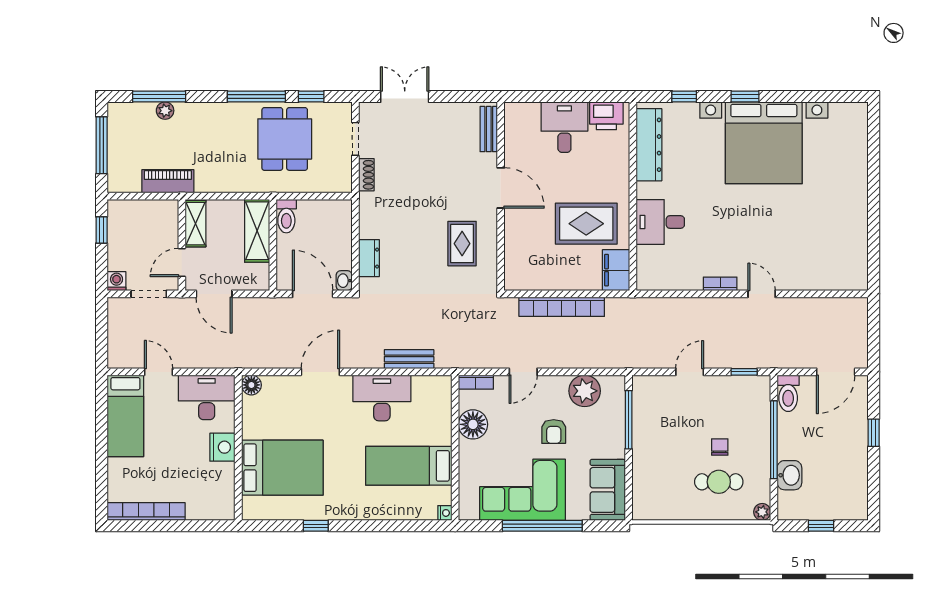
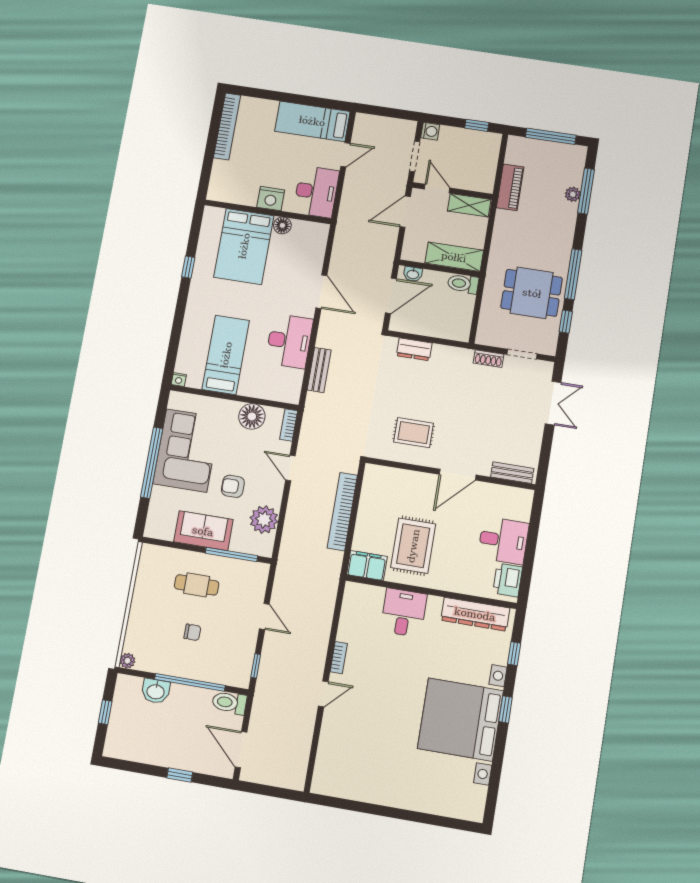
washbasin: (344, 281) -> (413, 274), moved, turned 180
floor lamp: (251, 385) -> (282, 225), moved
cafe table: (719, 482) -> (197, 585), moved, turned 90
sofa: (608, 490) -> (203, 531), moved

